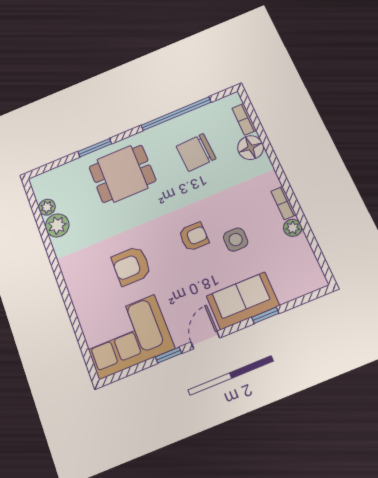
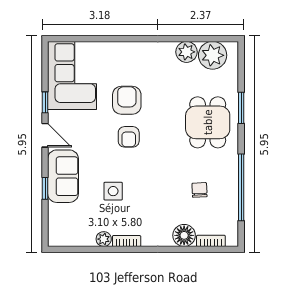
chair: (196, 152) -> (199, 190), width x0.54, depth x0.54
plant: (47, 207) -> (213, 55), width x1.87, depth x1.87
armchair: (194, 237) -> (129, 137), moved

